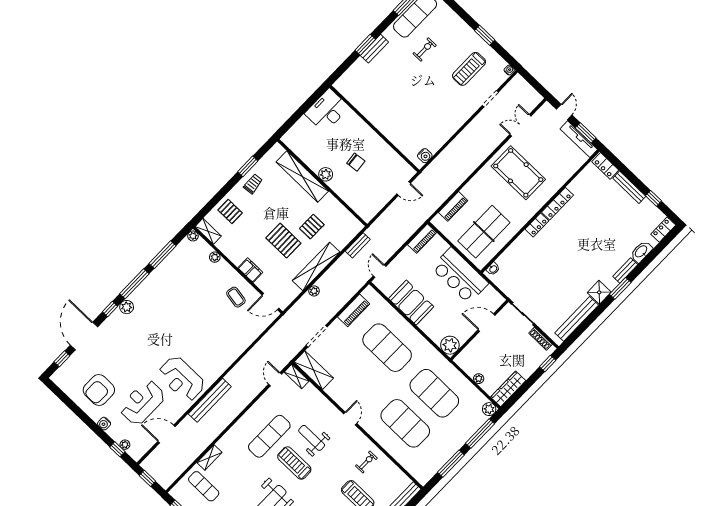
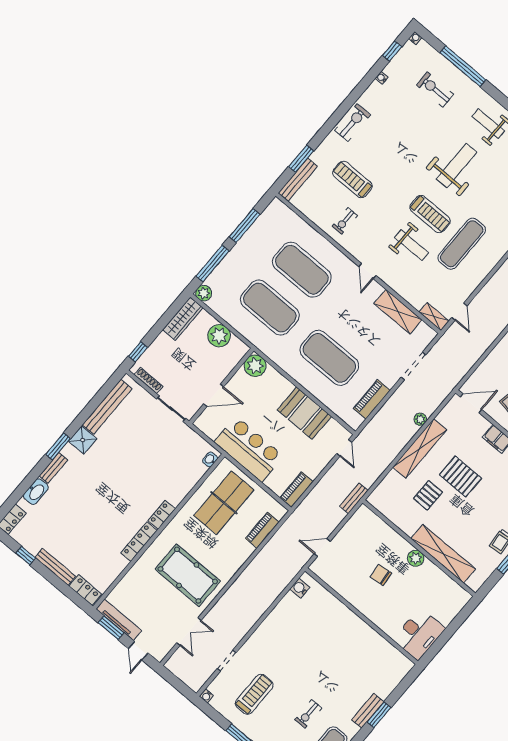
bench: (358, 245) -> (354, 498), moved
shelving: (314, 370) -> (398, 312), moved
plant: (479, 379) -> (219, 336), width x1.88, depth x1.88

